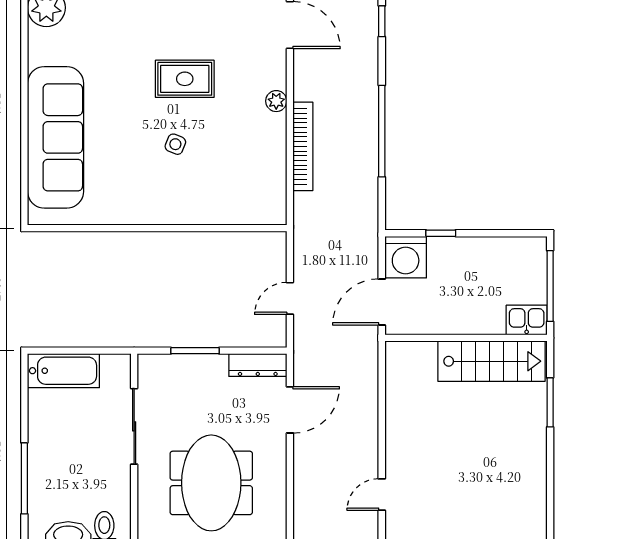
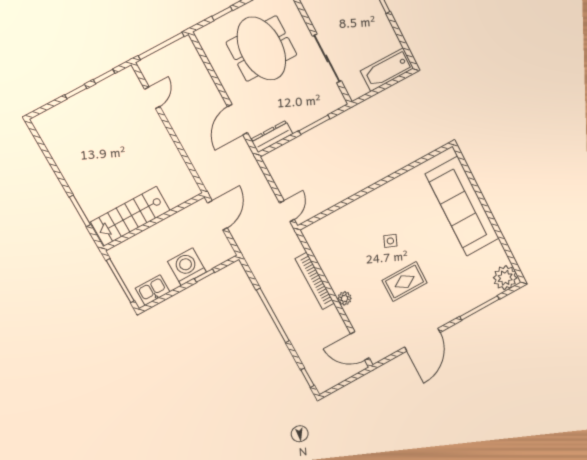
washing machine: (406, 257) -> (187, 267), moved
door: (290, 298) -> (287, 211), moved
kitchen sink: (527, 320) -> (153, 290), moved, turned 180

